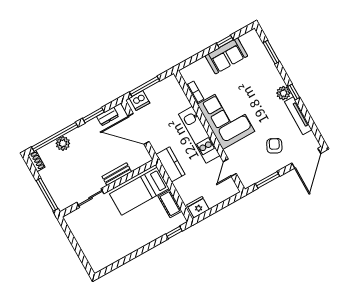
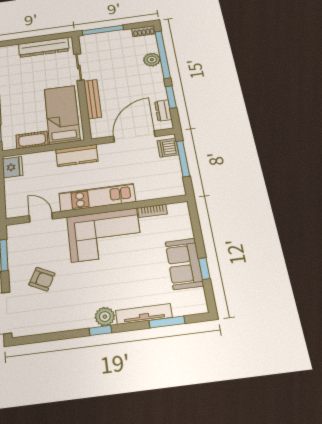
tv unit: (298, 116) -> (144, 314), moved
bench: (117, 174) -> (93, 99), width x1.36
dresser: (81, 235) -> (44, 47), added

